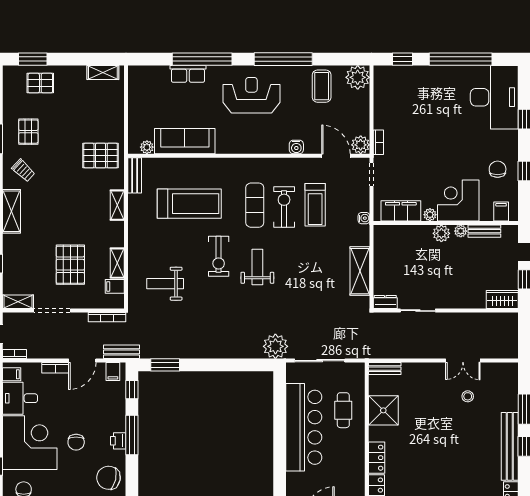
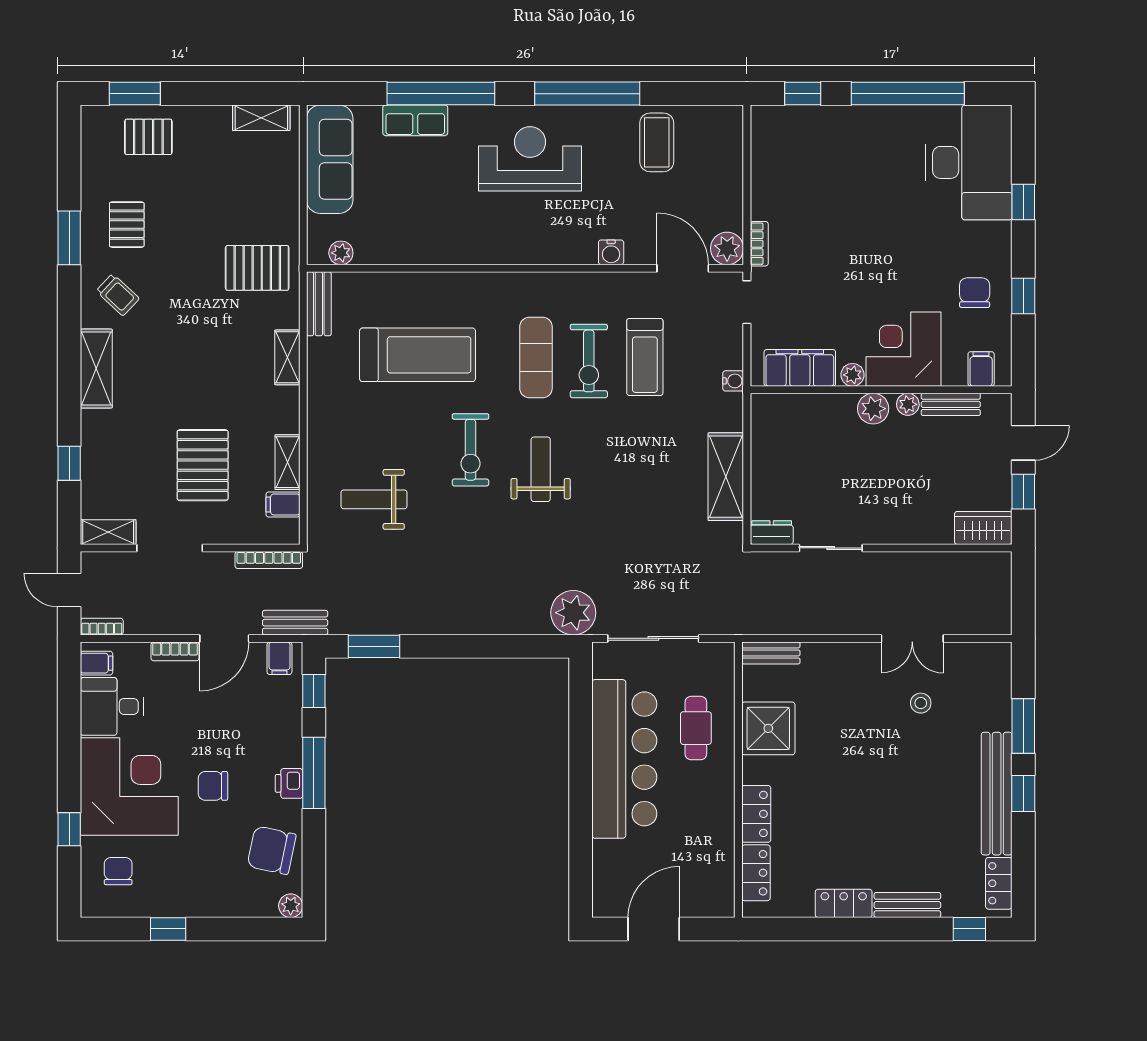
plant: (358, 77) -> (722, 126), removed
sofa: (185, 141) -> (330, 159), moved, turned 90
exercise bike: (284, 207) -> (589, 361), turned 180
chair: (76, 442) -> (213, 786), turned 90

